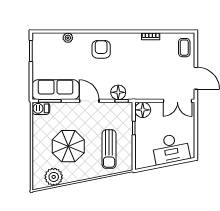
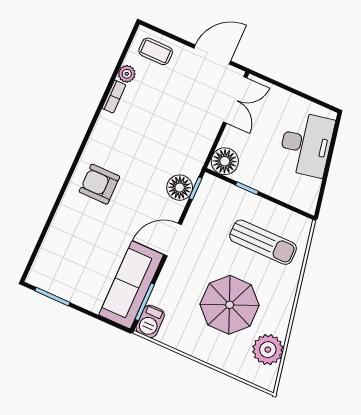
plant: (68, 38) -> (127, 74), moved

